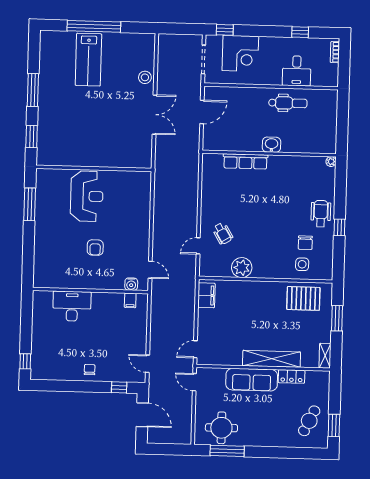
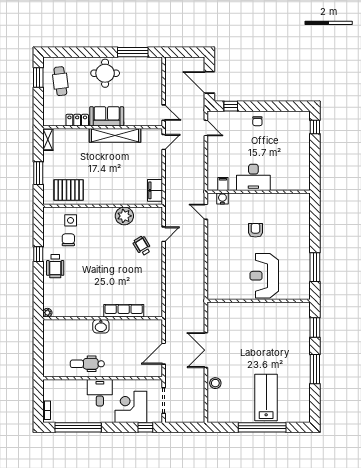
window: (300, 32) -> (78, 427), width x3.17
desk: (297, 71) -> (100, 393), moved
desk: (72, 306) -> (253, 177), moved
shelving: (272, 359) -> (115, 135), moved
sofa: (252, 380) -> (107, 116), width x0.73
cafe table: (309, 421) -> (60, 81), turned -33
round table: (221, 428) -> (105, 73), moved

